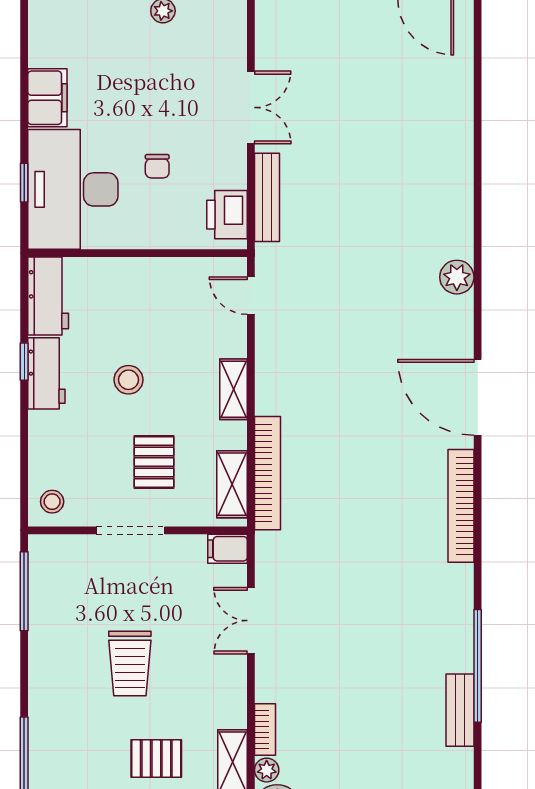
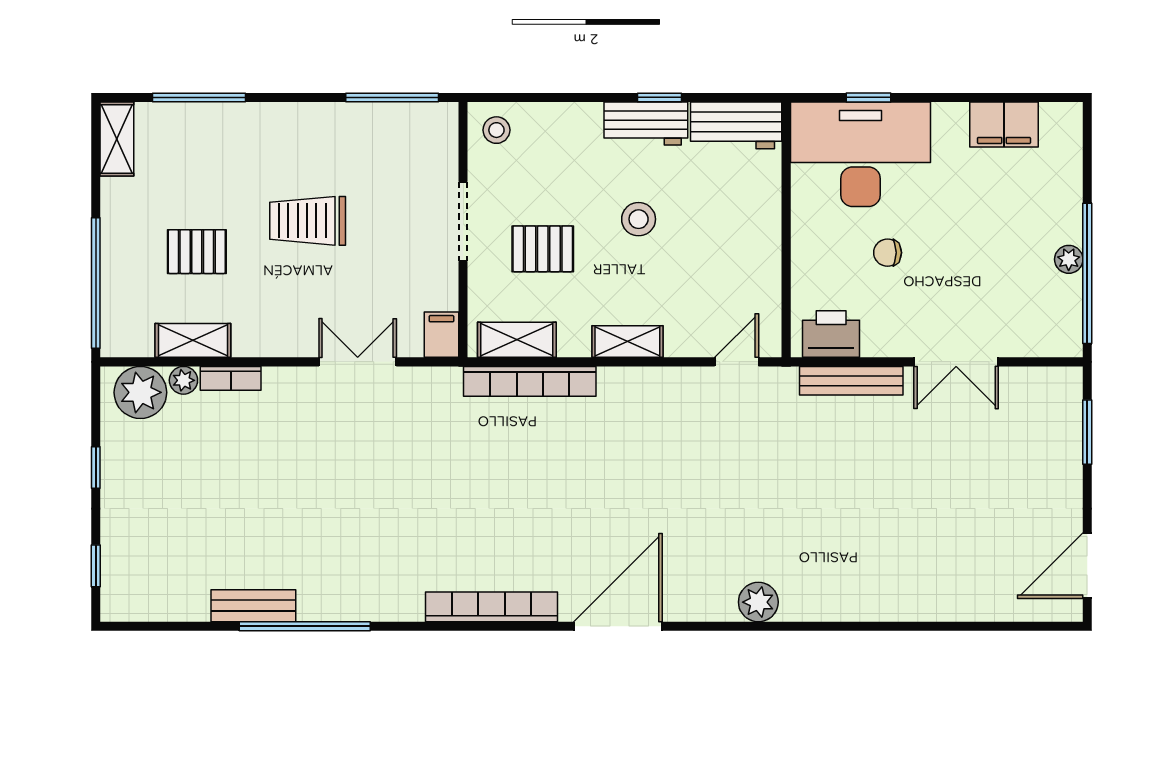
filing cabinet: (47, 98) -> (1004, 125), moved
pallet: (156, 759) -> (197, 252), turned 90

